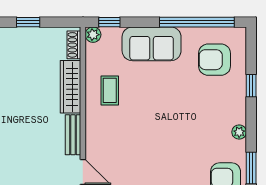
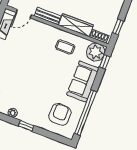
window: (28, 22) -> (118, 27), moved
plant: (93, 35) -> (96, 52), width x1.88, depth x1.88
window: (251, 86) -> (26, 126), moved

